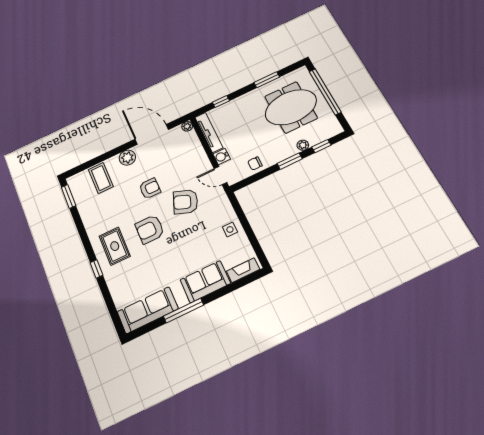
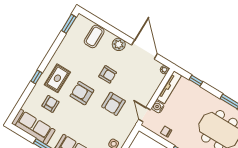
armchair: (185, 202) -> (113, 104), turned -111
armchair: (136, 273) -> (50, 104), added

